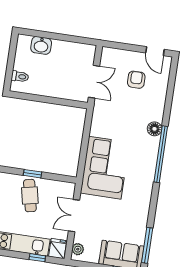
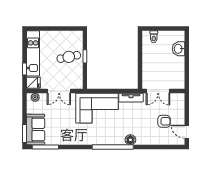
door: (155, 51) -> (187, 132), hinge flipped
tv unit: (98, 120) -> (131, 98), added
double door: (74, 216) -> (59, 91), swing flipped

